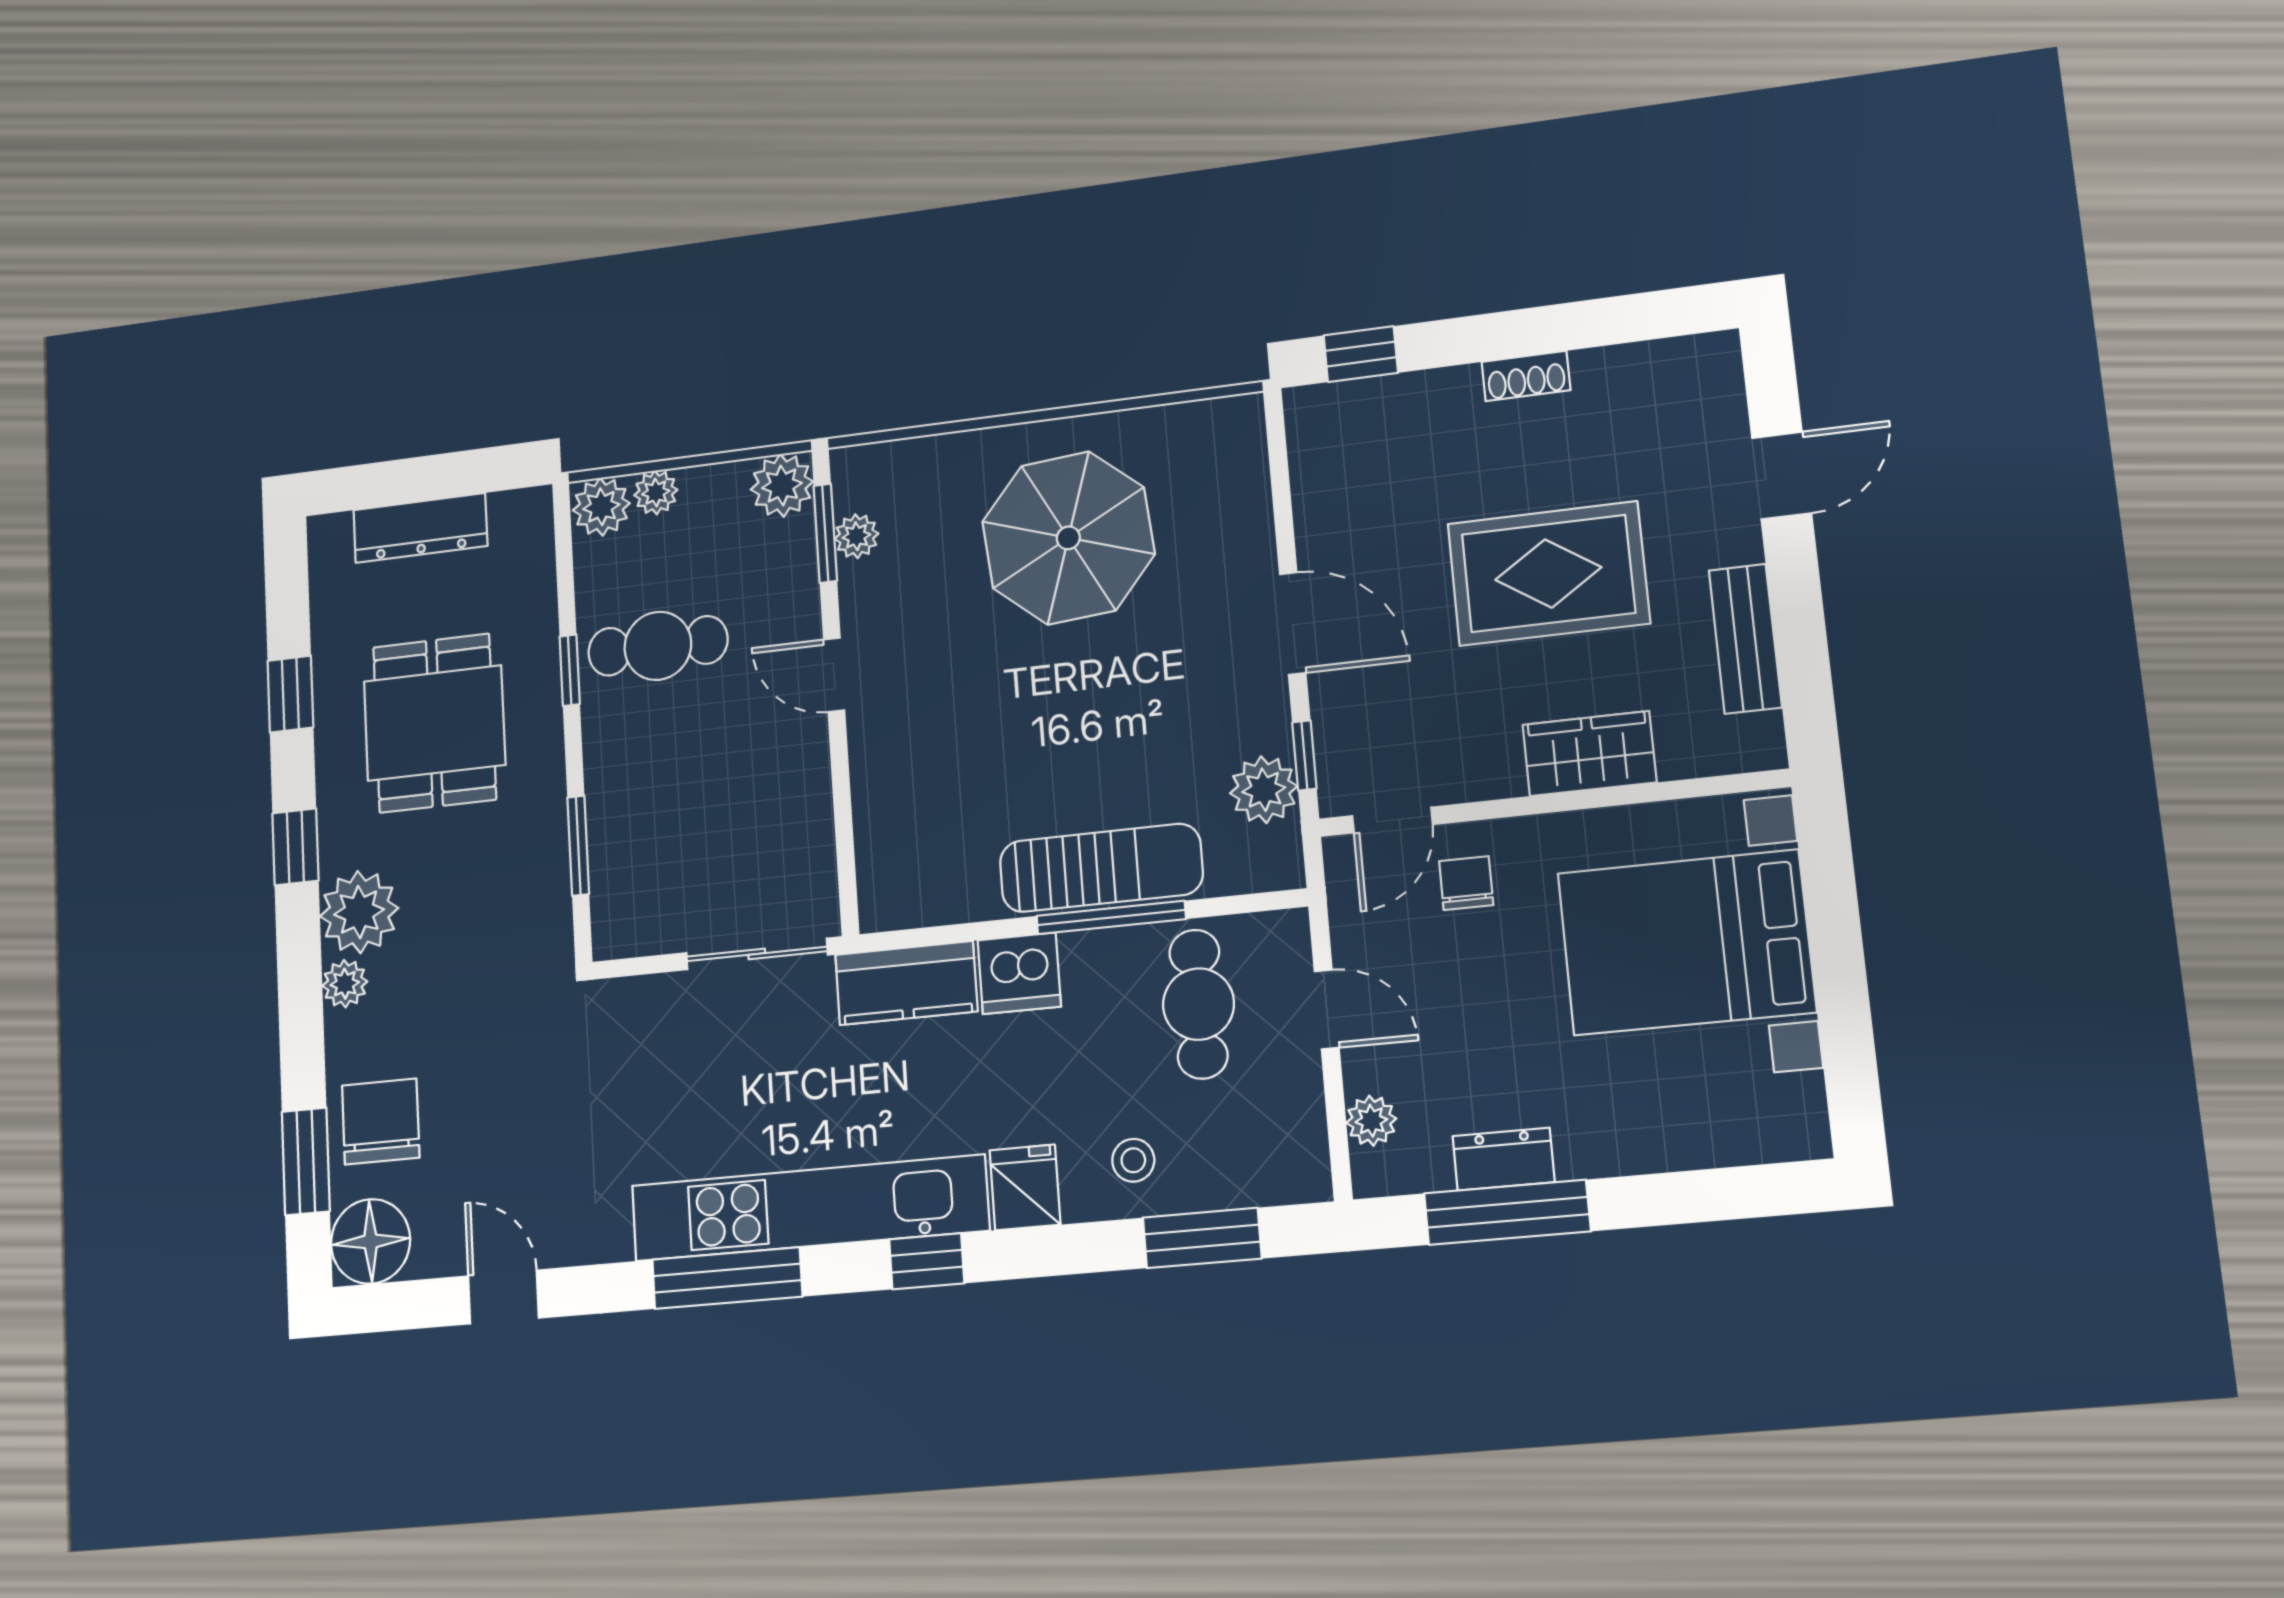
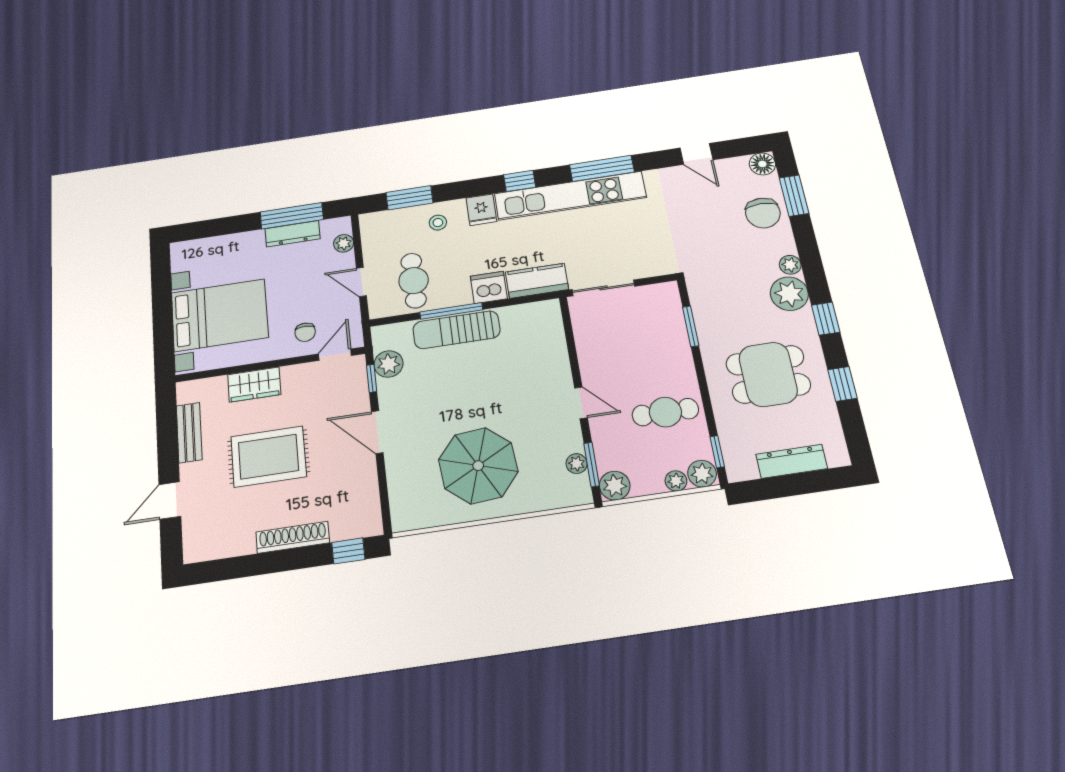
shoe rack: (1526, 376) -> (293, 537), width x1.94, depth x1.24
window: (570, 670) -> (717, 452), moved
dining table: (434, 723) -> (768, 374), turned 90
dresser: (1504, 1159) -> (293, 234), width x1.44
floor lamp: (371, 1241) -> (762, 164), width x0.73, depth x0.73

